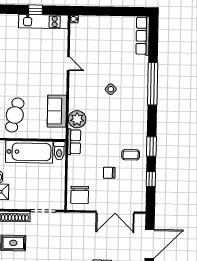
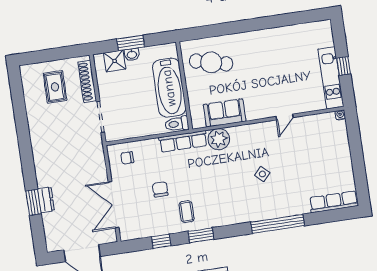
row of seats: (74, 142) -> (183, 141), width x1.48
chair: (80, 195) -> (127, 158), width x0.54, depth x0.54

